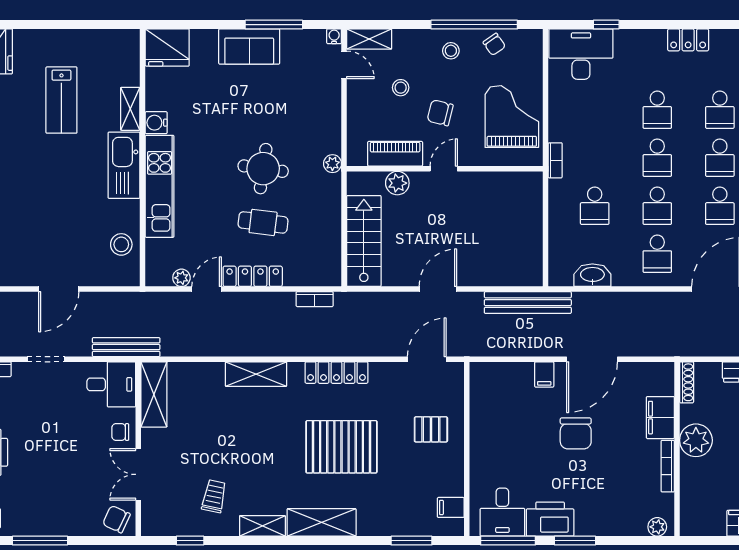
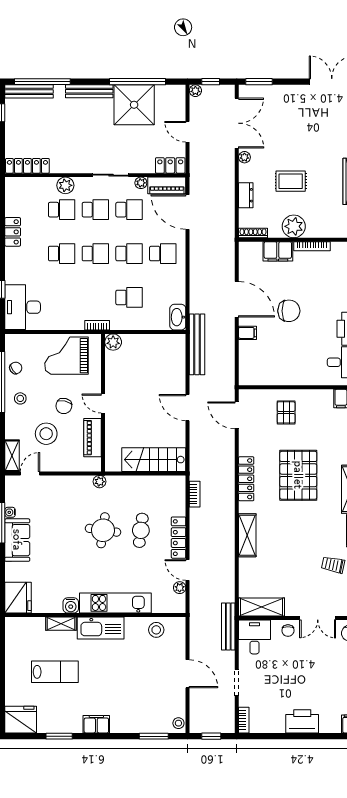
water cooler: (334, 36) -> (10, 512), moved
stool: (401, 88) -> (46, 434), width x1.89, depth x1.89
plant: (397, 183) -> (113, 342), moved
washbasin: (592, 275) -> (178, 317), moved

